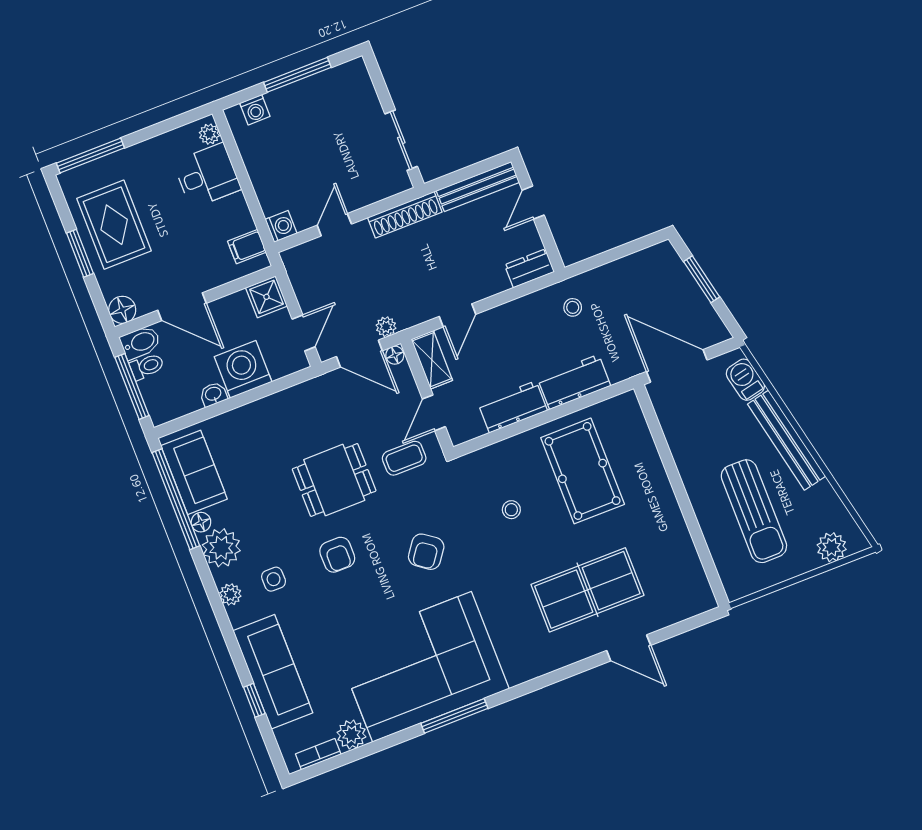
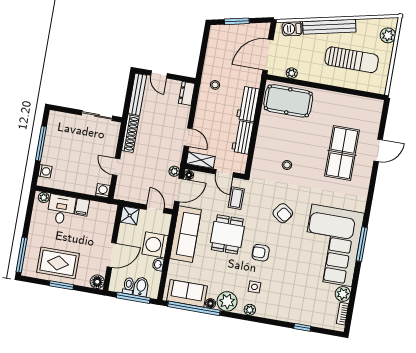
filing cabinet: (247, 247) -> (82, 207), moved
bidet: (140, 342) -> (141, 287), moved
plant: (670, 424) -> (292, 73), added
pool table: (583, 471) -> (288, 101), moved
armchair: (337, 555) -> (261, 253), turned 180
sofa: (273, 672) -> (186, 234), moved, turned 90

